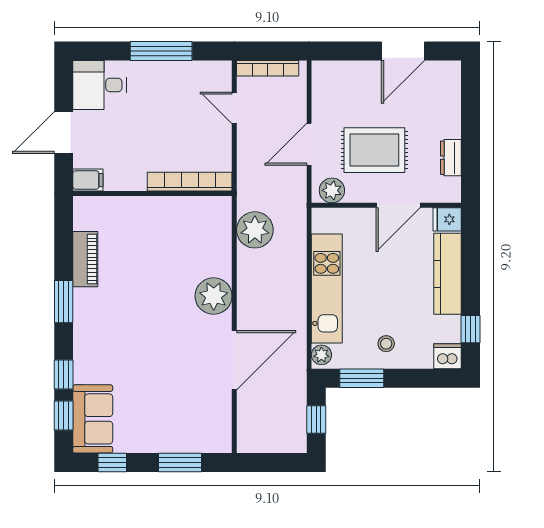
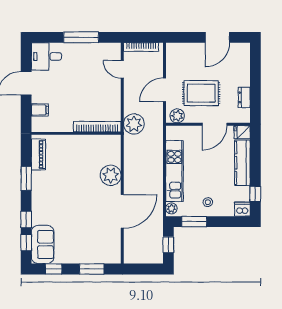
bookcase: (190, 182) -> (97, 127), moved
wall: (152, 194) -> (76, 133), moved
plant: (255, 230) -> (134, 124), moved

